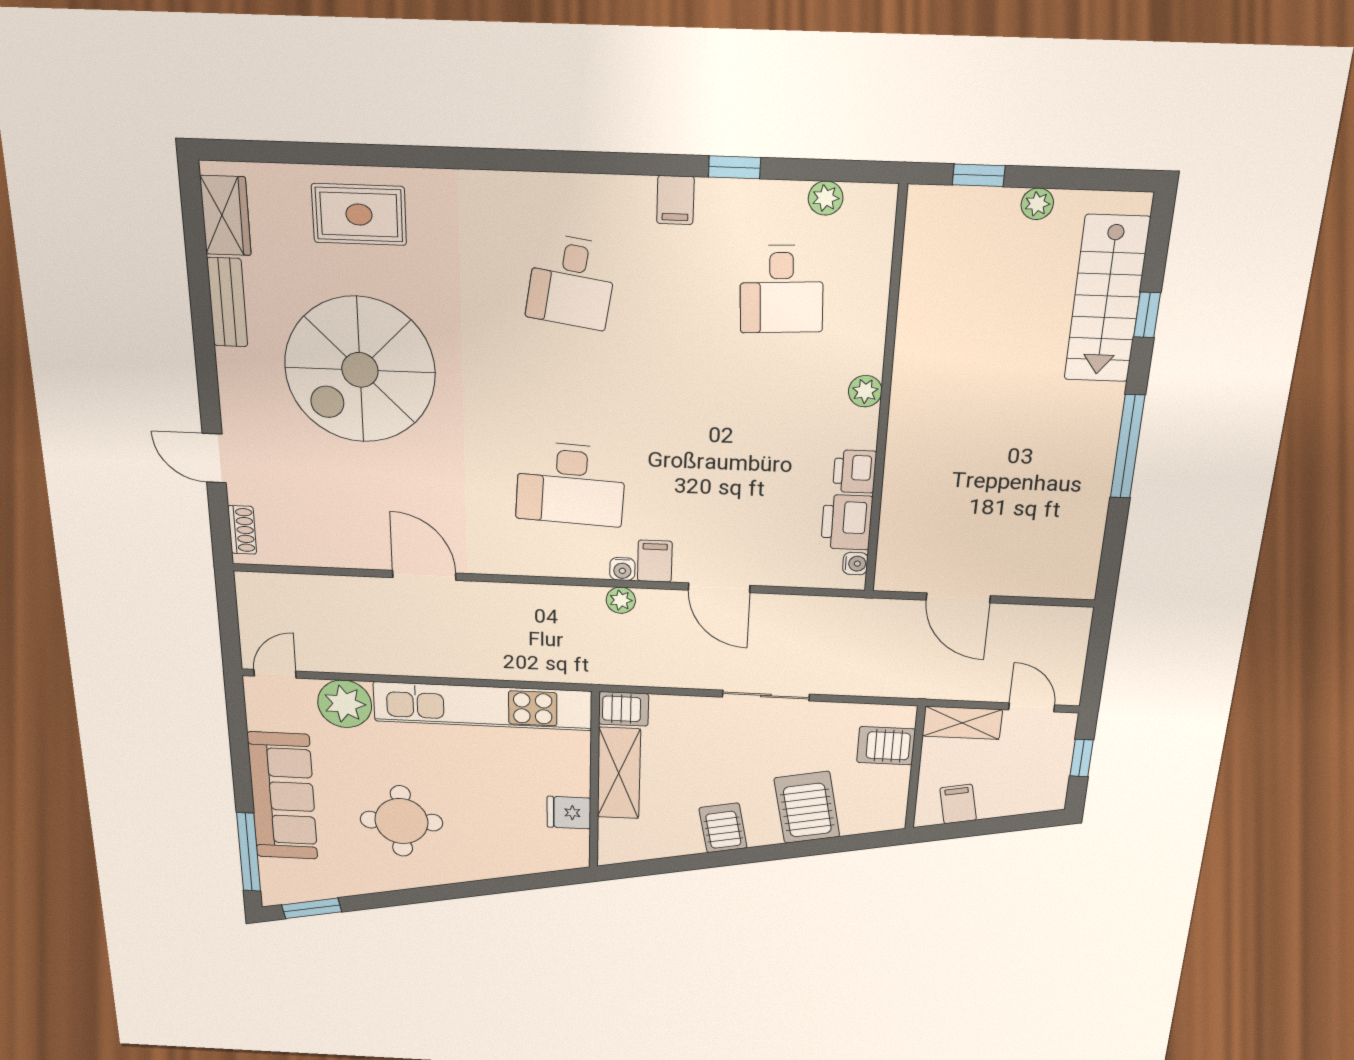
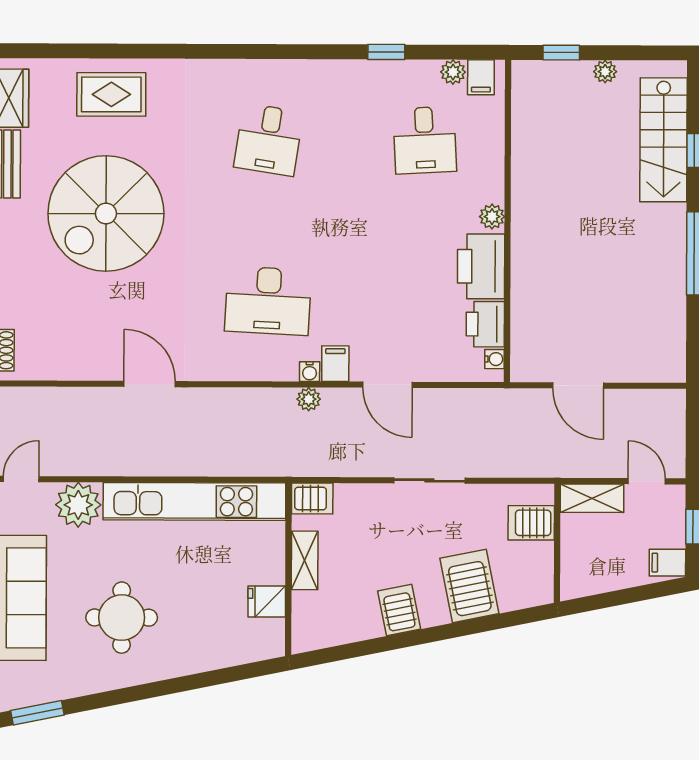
filing cabinet: (675, 200) -> (481, 77), moved
printer: (855, 471) -> (481, 266), width x1.87, depth x1.48
shelving: (619, 773) -> (305, 560), width x0.67, depth x0.75
filing cabinet: (958, 804) -> (667, 563), moved, turned -79

